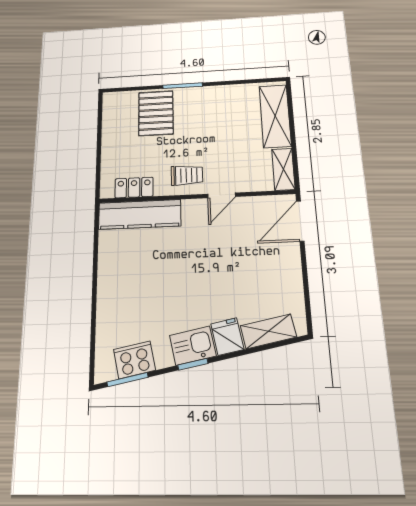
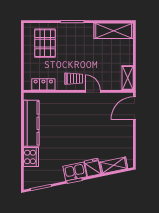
pallet: (156, 113) -> (45, 43), moved
shelving: (275, 116) -> (114, 31), moved, turned 90
door: (222, 195) -> (93, 91), swing flipped
kitchen counter: (140, 214) -> (31, 123), moved, turned -90
cooker: (134, 360) -> (31, 157), moved, turned 101

